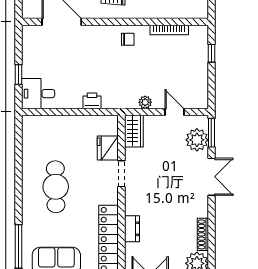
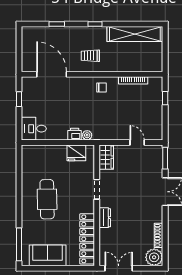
window: (19, 74) -> (19, 99), moved
plant: (145, 102) -> (87, 135), moved
plant: (197, 140) -> (154, 164), removed
fridge: (108, 148) -> (76, 153), moved, turned -90
dresser: (132, 229) -> (105, 218), moved

